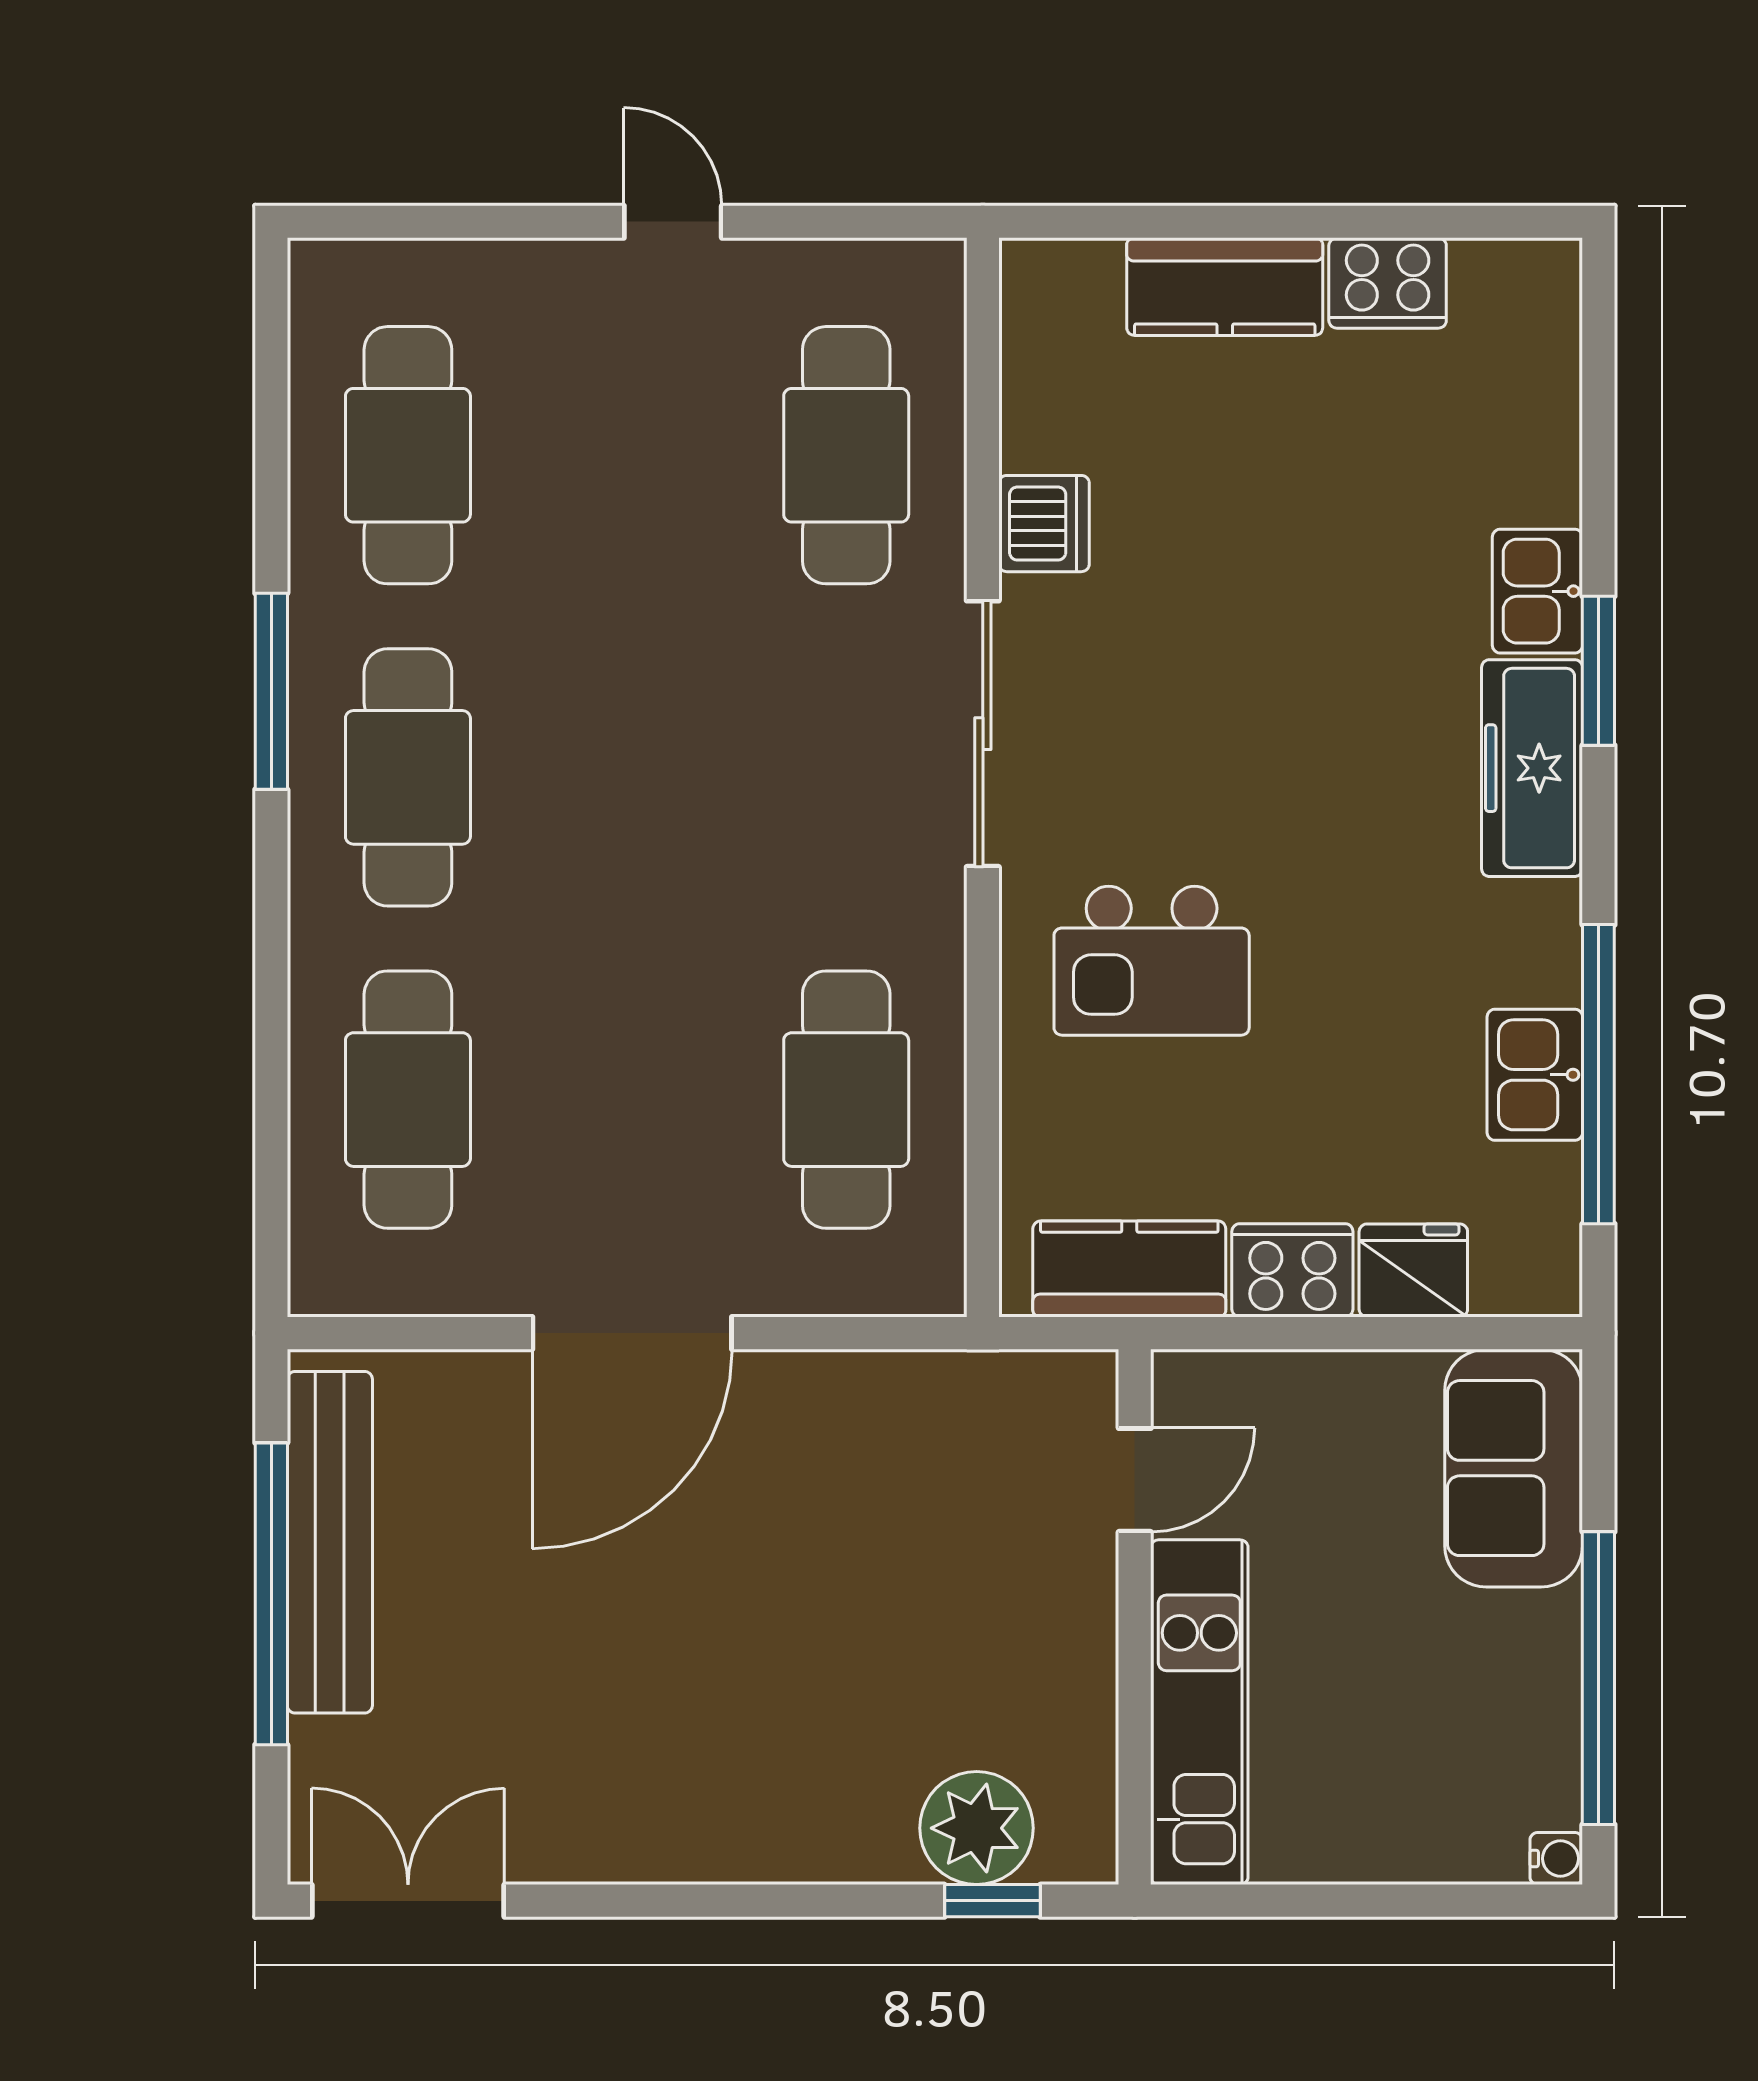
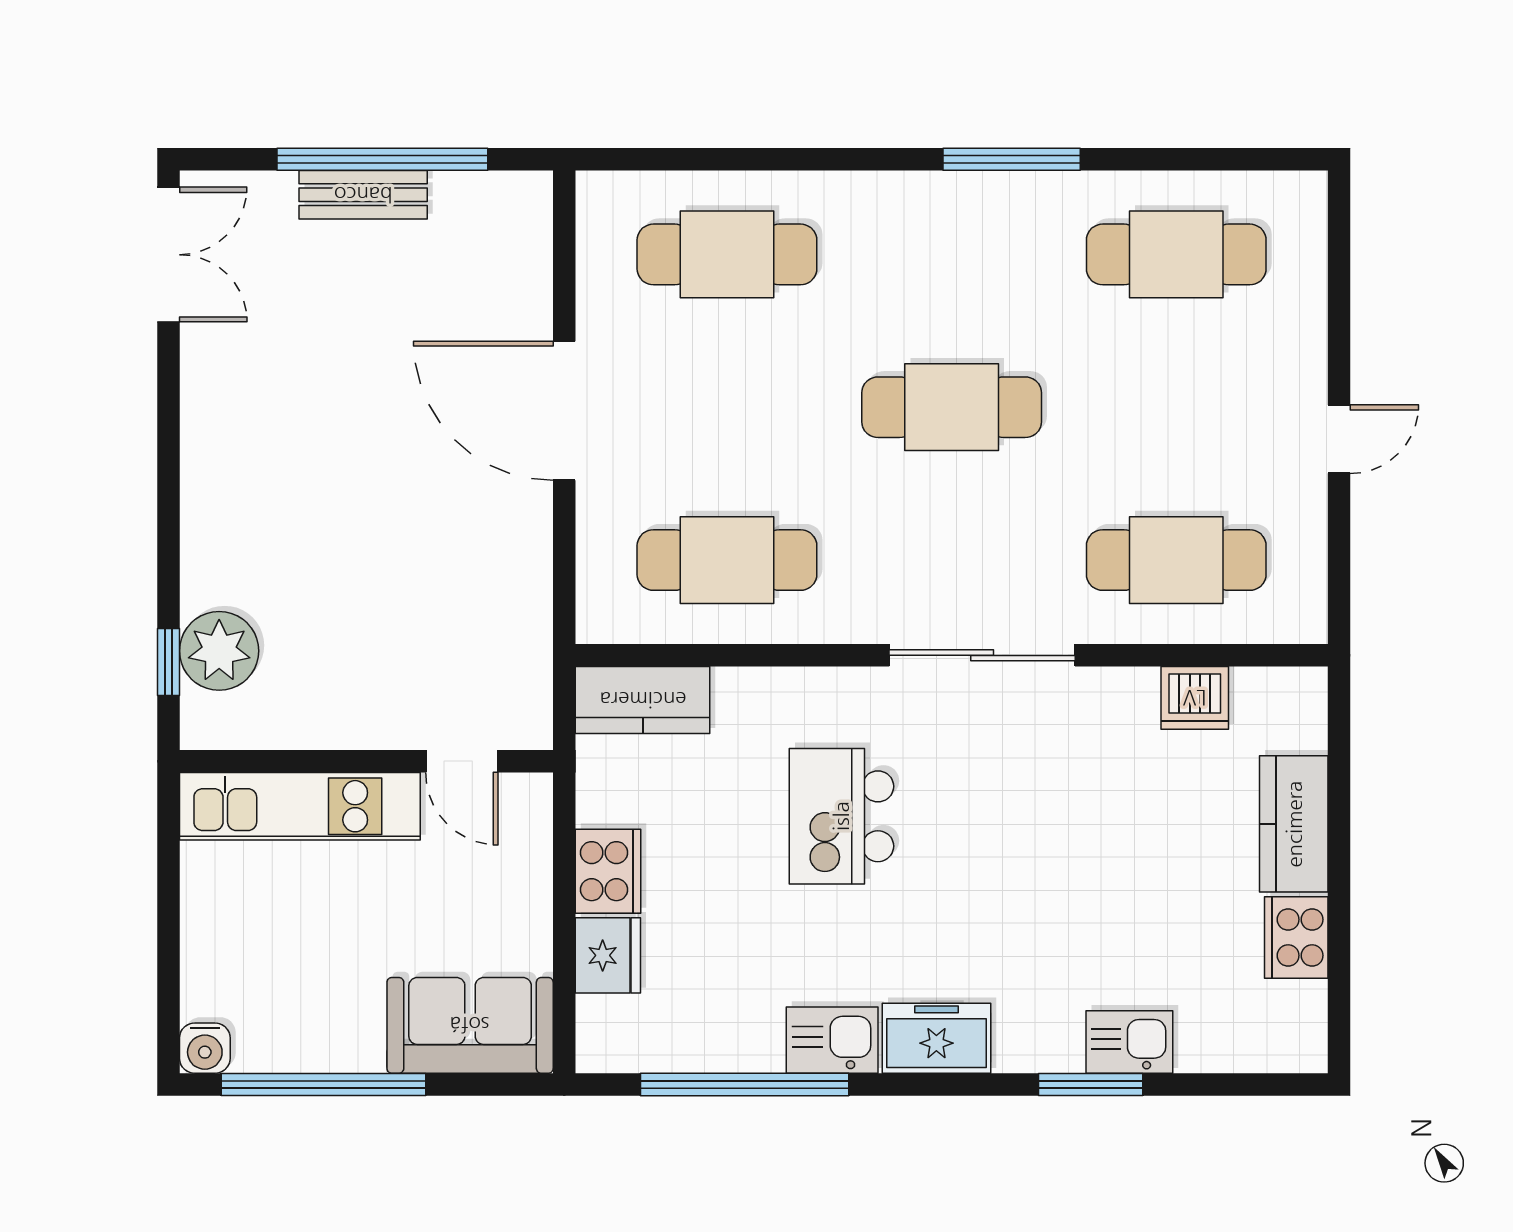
dishwasher: (1044, 524) -> (1195, 698), moved
kitchen sink: (1537, 591) -> (1129, 1042), moved
window: (1598, 671) -> (1091, 1084), moved
freezer: (1532, 768) -> (936, 1038), width x0.71
cafe table: (408, 777) -> (952, 407), moved
kitchen island: (1152, 961) -> (841, 816), moved
kitchen sink: (1535, 1075) -> (832, 1040), moved
kitchen counter: (1129, 1269) -> (643, 700), moved, turned 90
bench: (330, 1542) -> (363, 195), width x0.54, depth x0.82
water cooler: (1556, 1859) -> (205, 1048), width x1.38, depth x1.38

